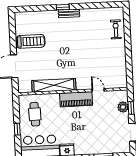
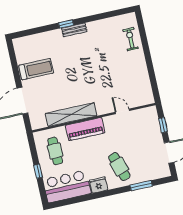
piano: (76, 99) -> (85, 129), moved
plant: (123, 107) -> (154, 126), removed
cafe table: (88, 137) -> (119, 167), added

